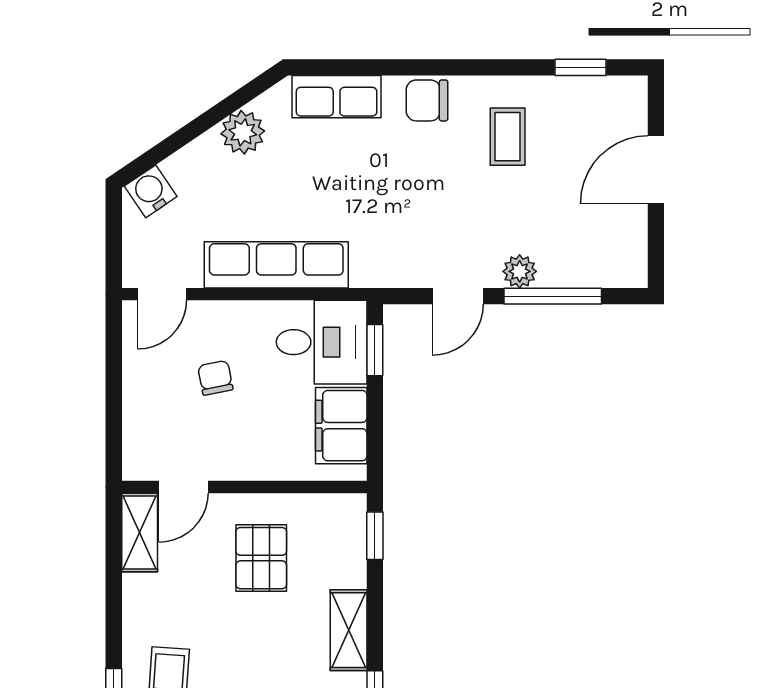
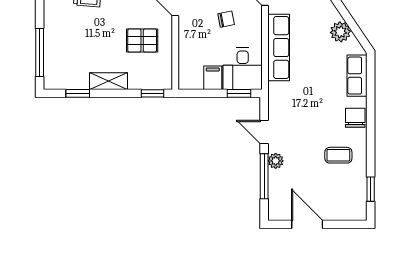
door: (656, 170) -> (307, 224), moved
filing cabinet: (341, 426) -> (213, 78), width x0.50

